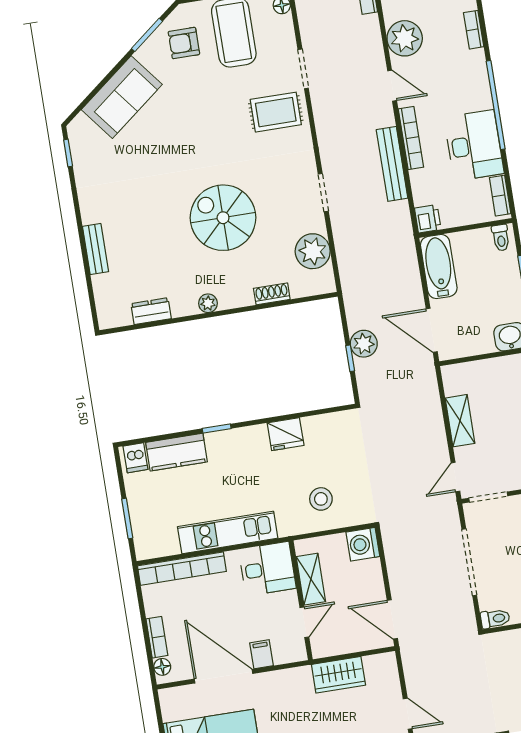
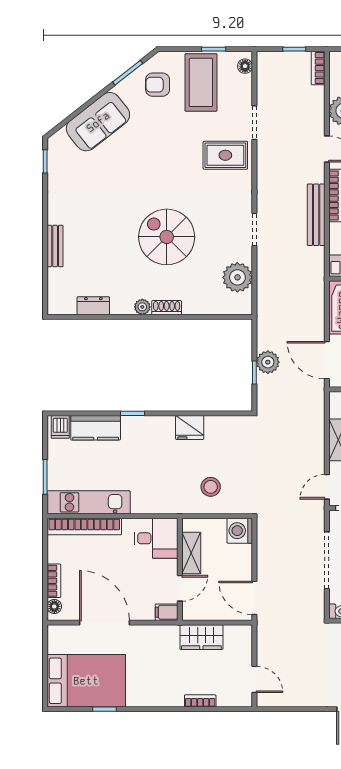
shoe rack: (272, 294) -> (167, 308), moved
kitchen unit: (228, 532) -> (89, 502), moved
filing cabinet: (262, 654) -> (167, 612), moved, turned -90

